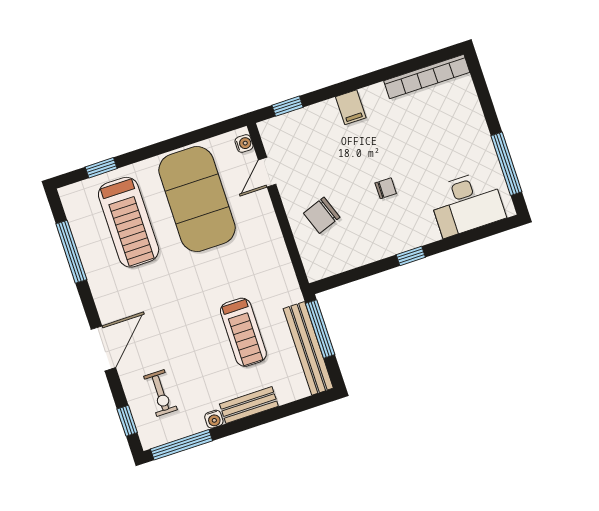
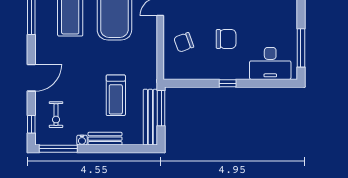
chair: (386, 188) -> (226, 39), width x1.87, depth x1.87

